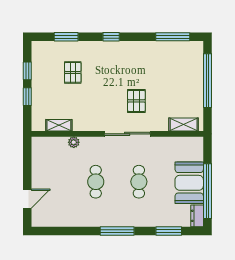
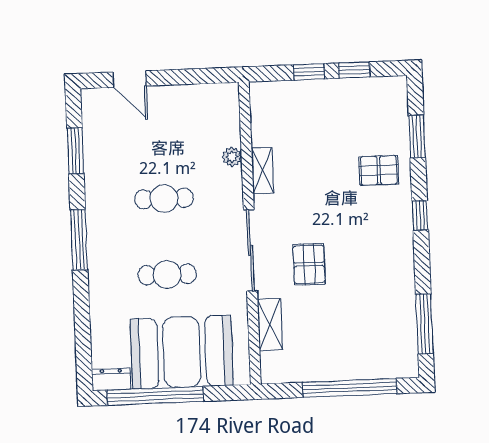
pallet: (73, 72) -> (379, 170), moved
pallet: (136, 101) -> (309, 264), turned 90
shelving: (59, 125) -> (262, 170), moved
shelving: (184, 125) -> (270, 324), moved
booth: (189, 183) -> (182, 352), width x1.36, depth x1.42
window: (169, 231) -> (75, 151), moved

